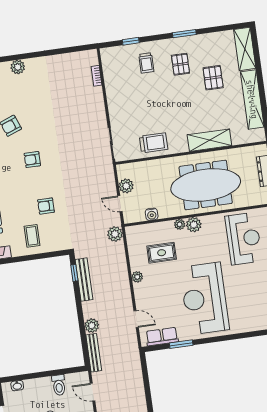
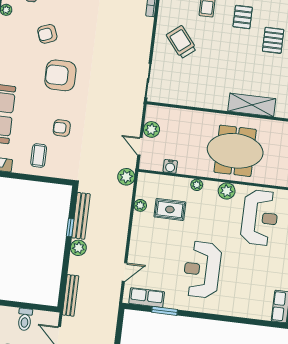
trolley: (154, 143) -> (181, 42), moved, turned -129
armchair: (32, 160) -> (60, 75), width x1.88, depth x1.88
meeting table: (206, 185) -> (235, 151), width x0.73
plant: (194, 225) -> (227, 191), moved
window: (74, 273) -> (70, 228), moved
plant: (137, 277) -> (140, 205), moved
reception desk: (204, 299) -> (202, 270), width x0.74, depth x0.77
door: (136, 319) -> (124, 272), hinge flipped
plant: (92, 326) -> (78, 248), moved

